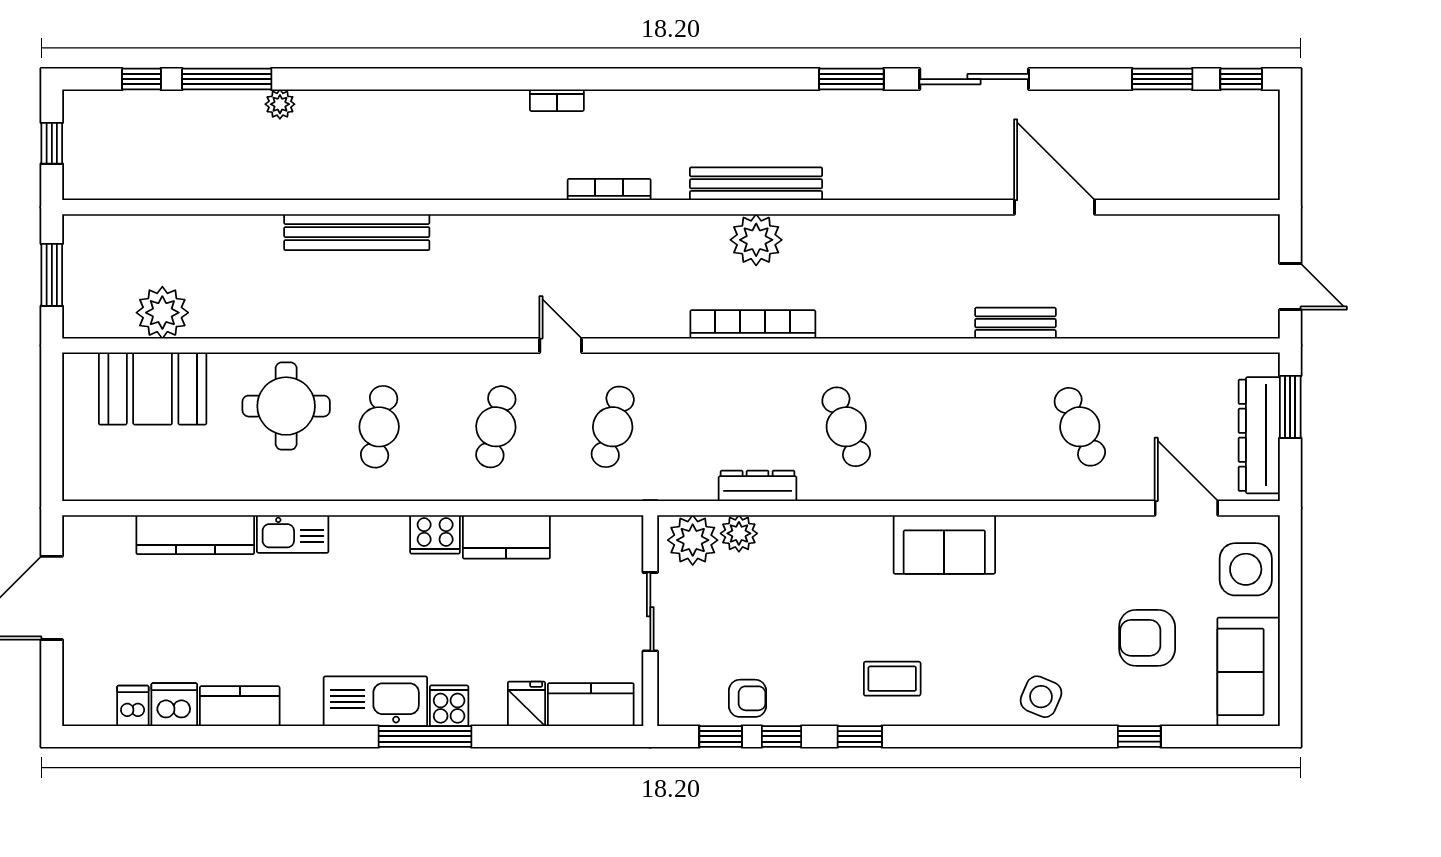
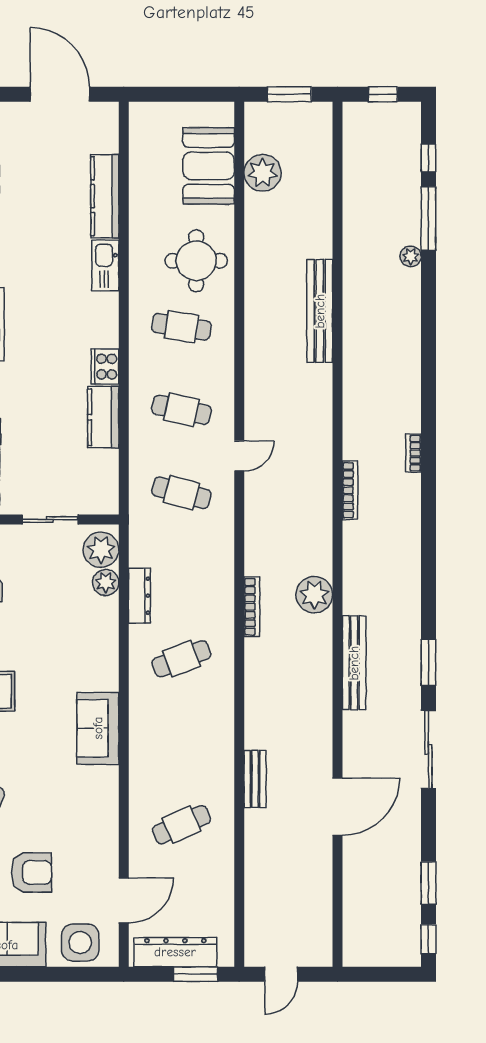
bench: (756, 184) -> (354, 663), moved
bookcase: (753, 324) -> (252, 607), width x0.68, depth x0.76
armchair: (1147, 638) -> (31, 872), turned 90

